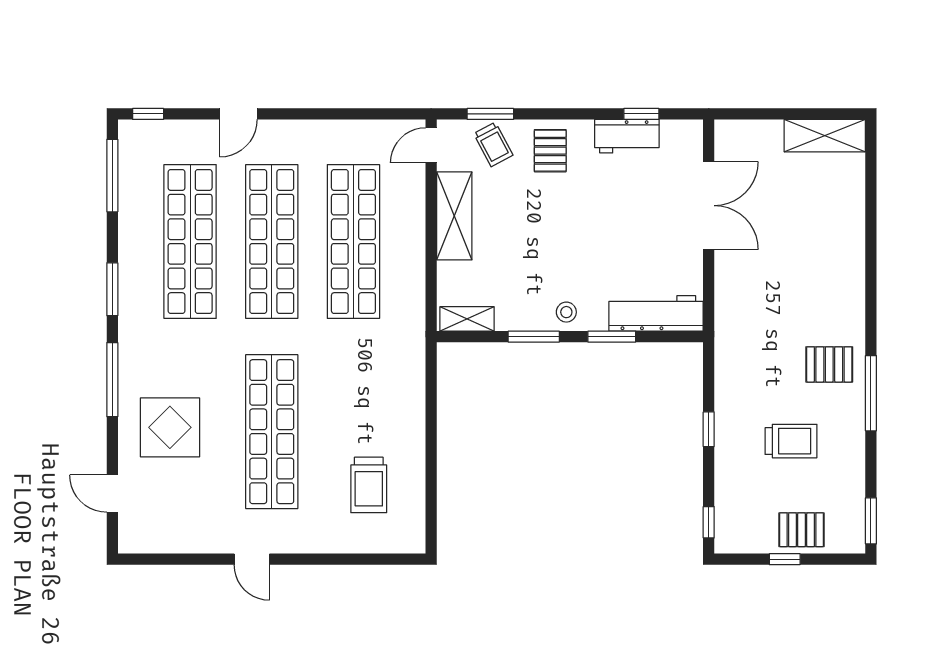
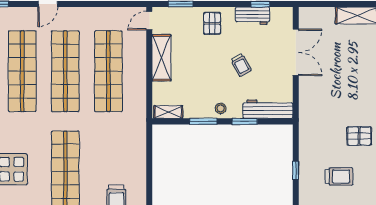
trolley: (493, 144) -> (241, 65), moved

